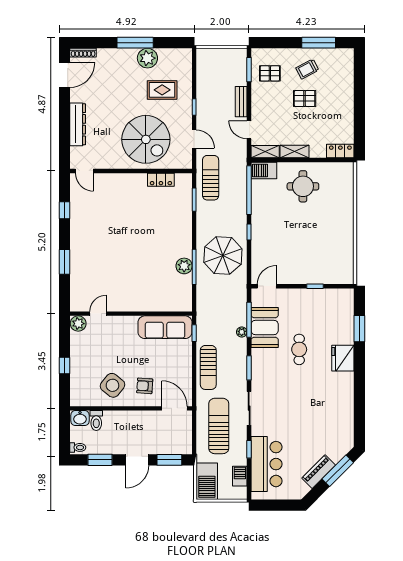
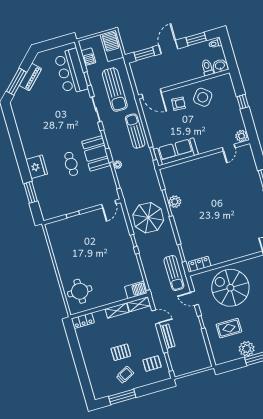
locker: (161, 180) -> (200, 264), moved
round table: (303, 186) -> (80, 291), moved
booth: (265, 327) -> (96, 153), moved

